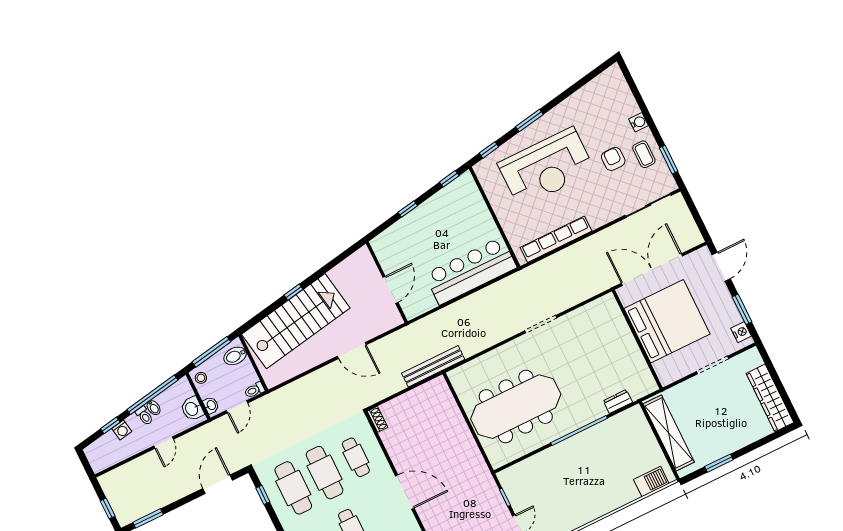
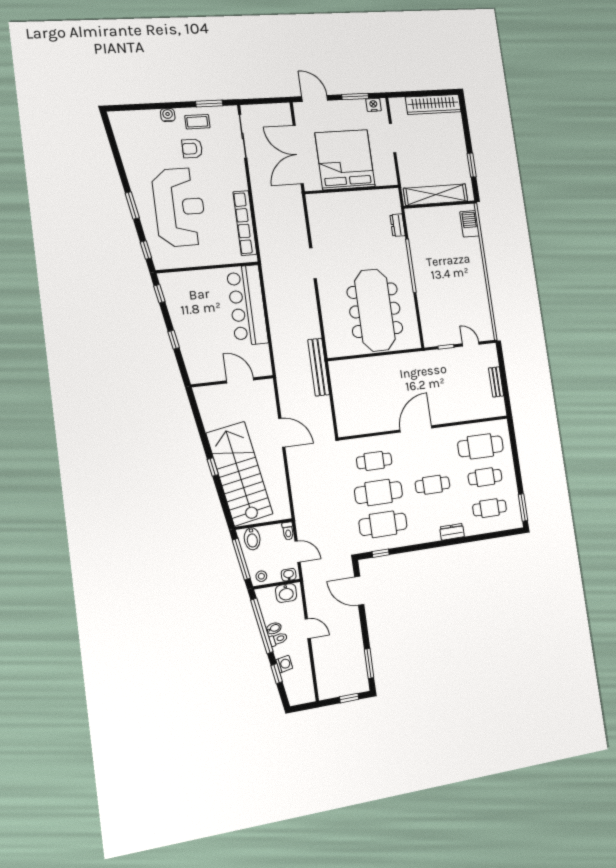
door: (352, 351) -> (282, 433), hinge flipped
shoe rack: (377, 419) -> (348, 431), removed

